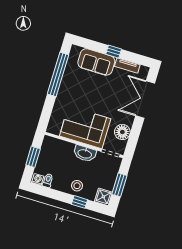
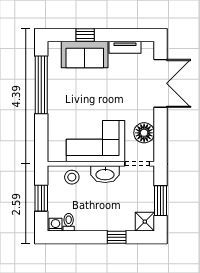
window: (114, 52) -> (85, 35), moved
double door: (145, 100) -> (160, 83), swing flipped
stool: (77, 186) -> (72, 177), moved

